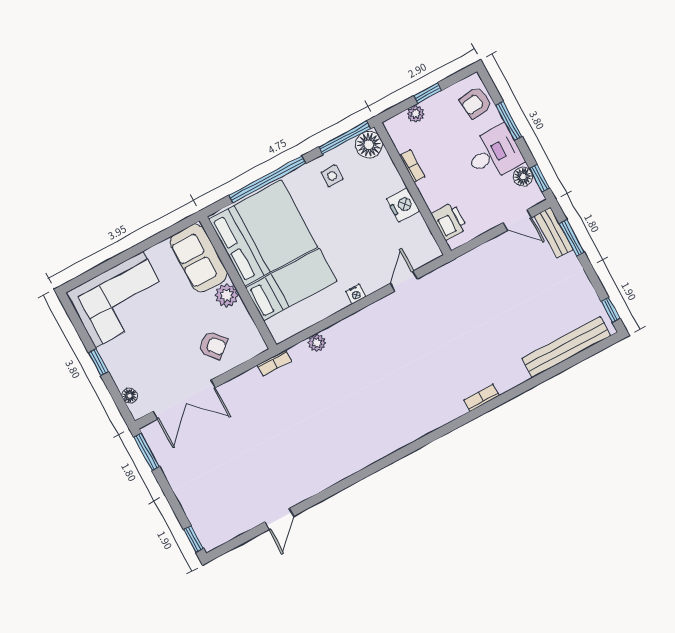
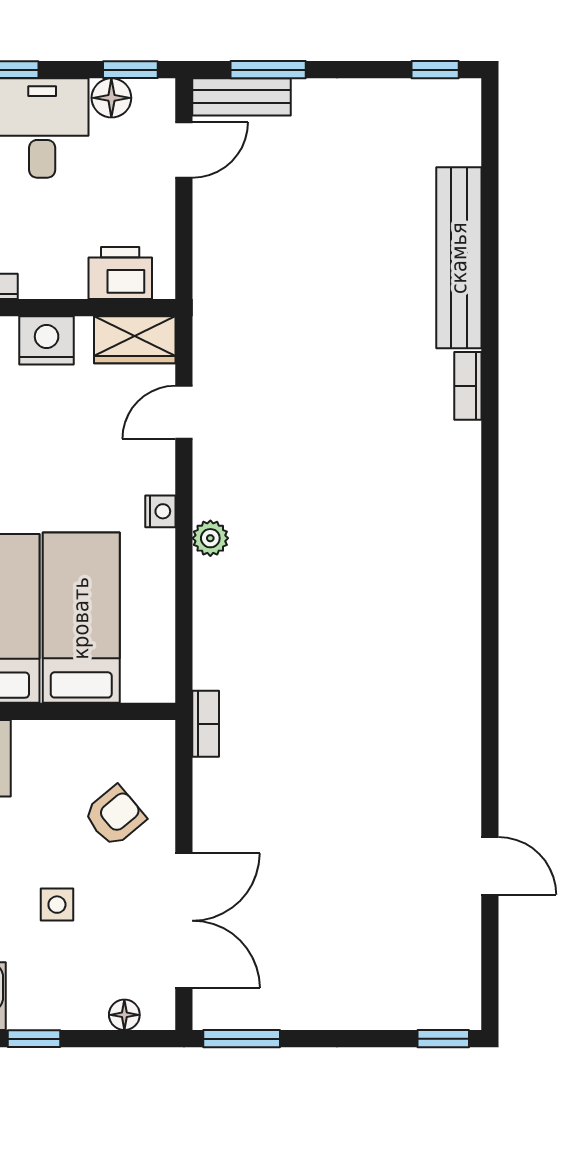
wardrobe: (424, 243) -> (135, 340), added
door: (404, 281) -> (184, 412), hinge flipped
plant: (227, 295) -> (38, 744), removed
side table: (162, 341) -> (57, 905), added
plant: (317, 343) -> (210, 538), moved
bench: (566, 347) -> (459, 258), moved

